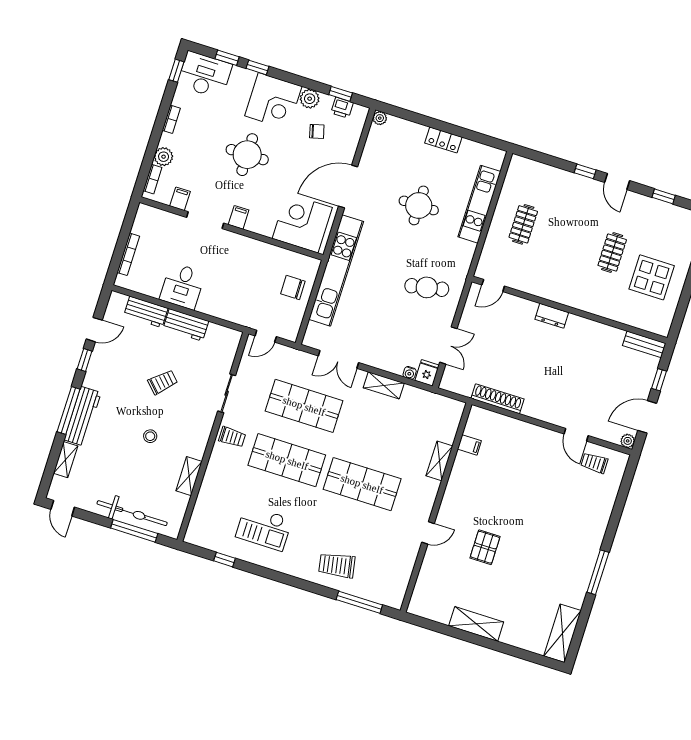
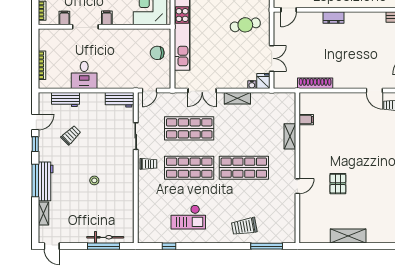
workbench: (186, 325) -> (120, 100), moved
trolley: (163, 382) -> (71, 135), moved
shelving: (189, 476) -> (128, 199), removed
bicycle: (132, 513) -> (105, 237), width x0.73, depth x0.71

